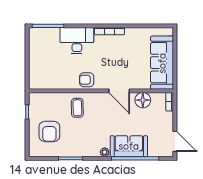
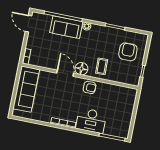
floor lamp: (143, 100) -> (81, 69), moved

